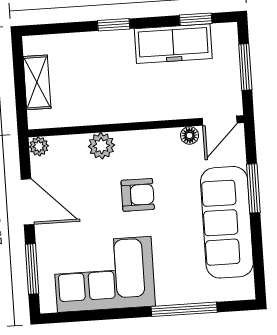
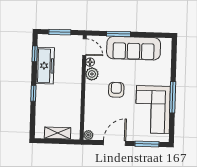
plant: (101, 146) -> (92, 74), moved
window: (184, 309) -> (173, 97), moved

